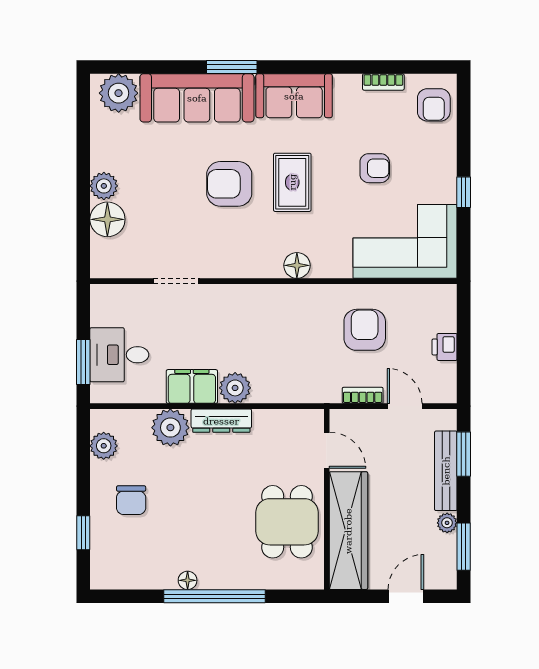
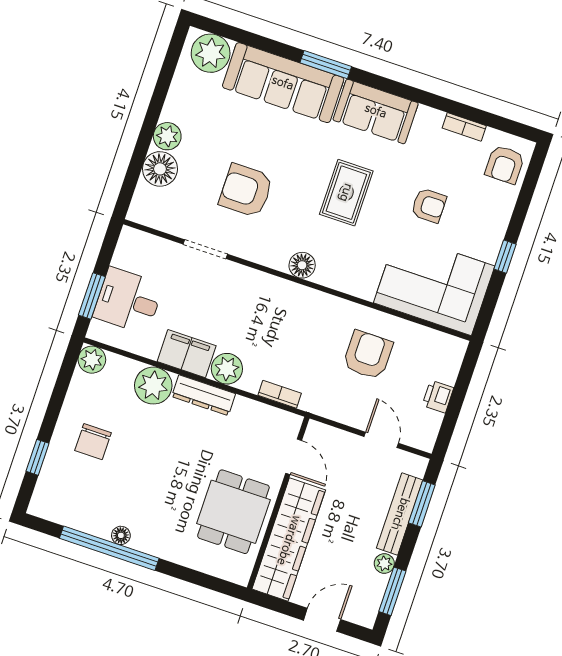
armchair: (229, 184) -> (246, 191), moved
floor lamp: (297, 265) -> (302, 265), moved
bookcase: (363, 395) -> (280, 394), moved
plant: (104, 446) -> (92, 360), moved
window: (215, 596) -> (109, 548), moved

